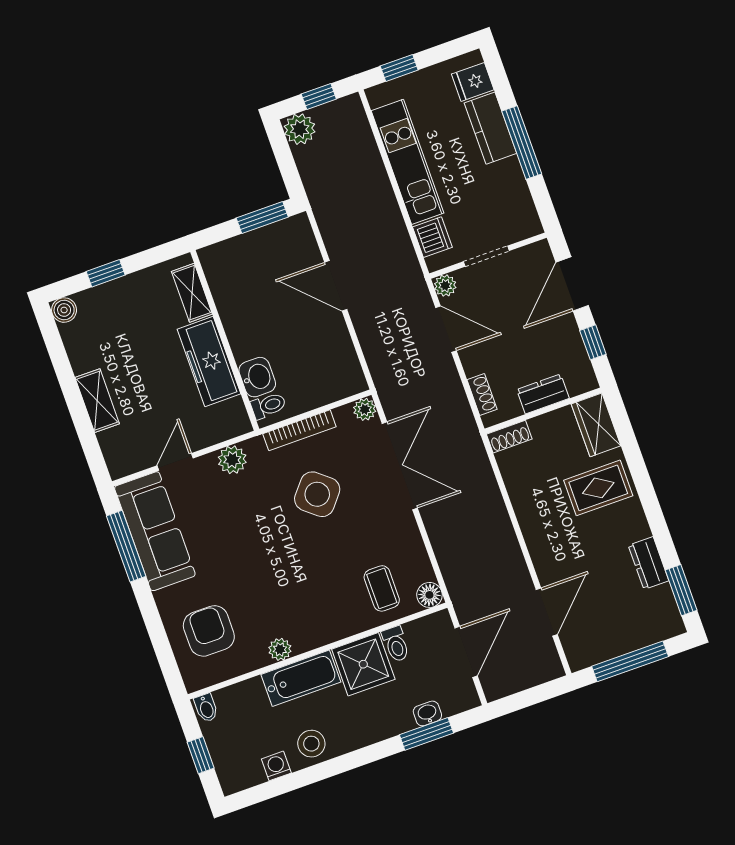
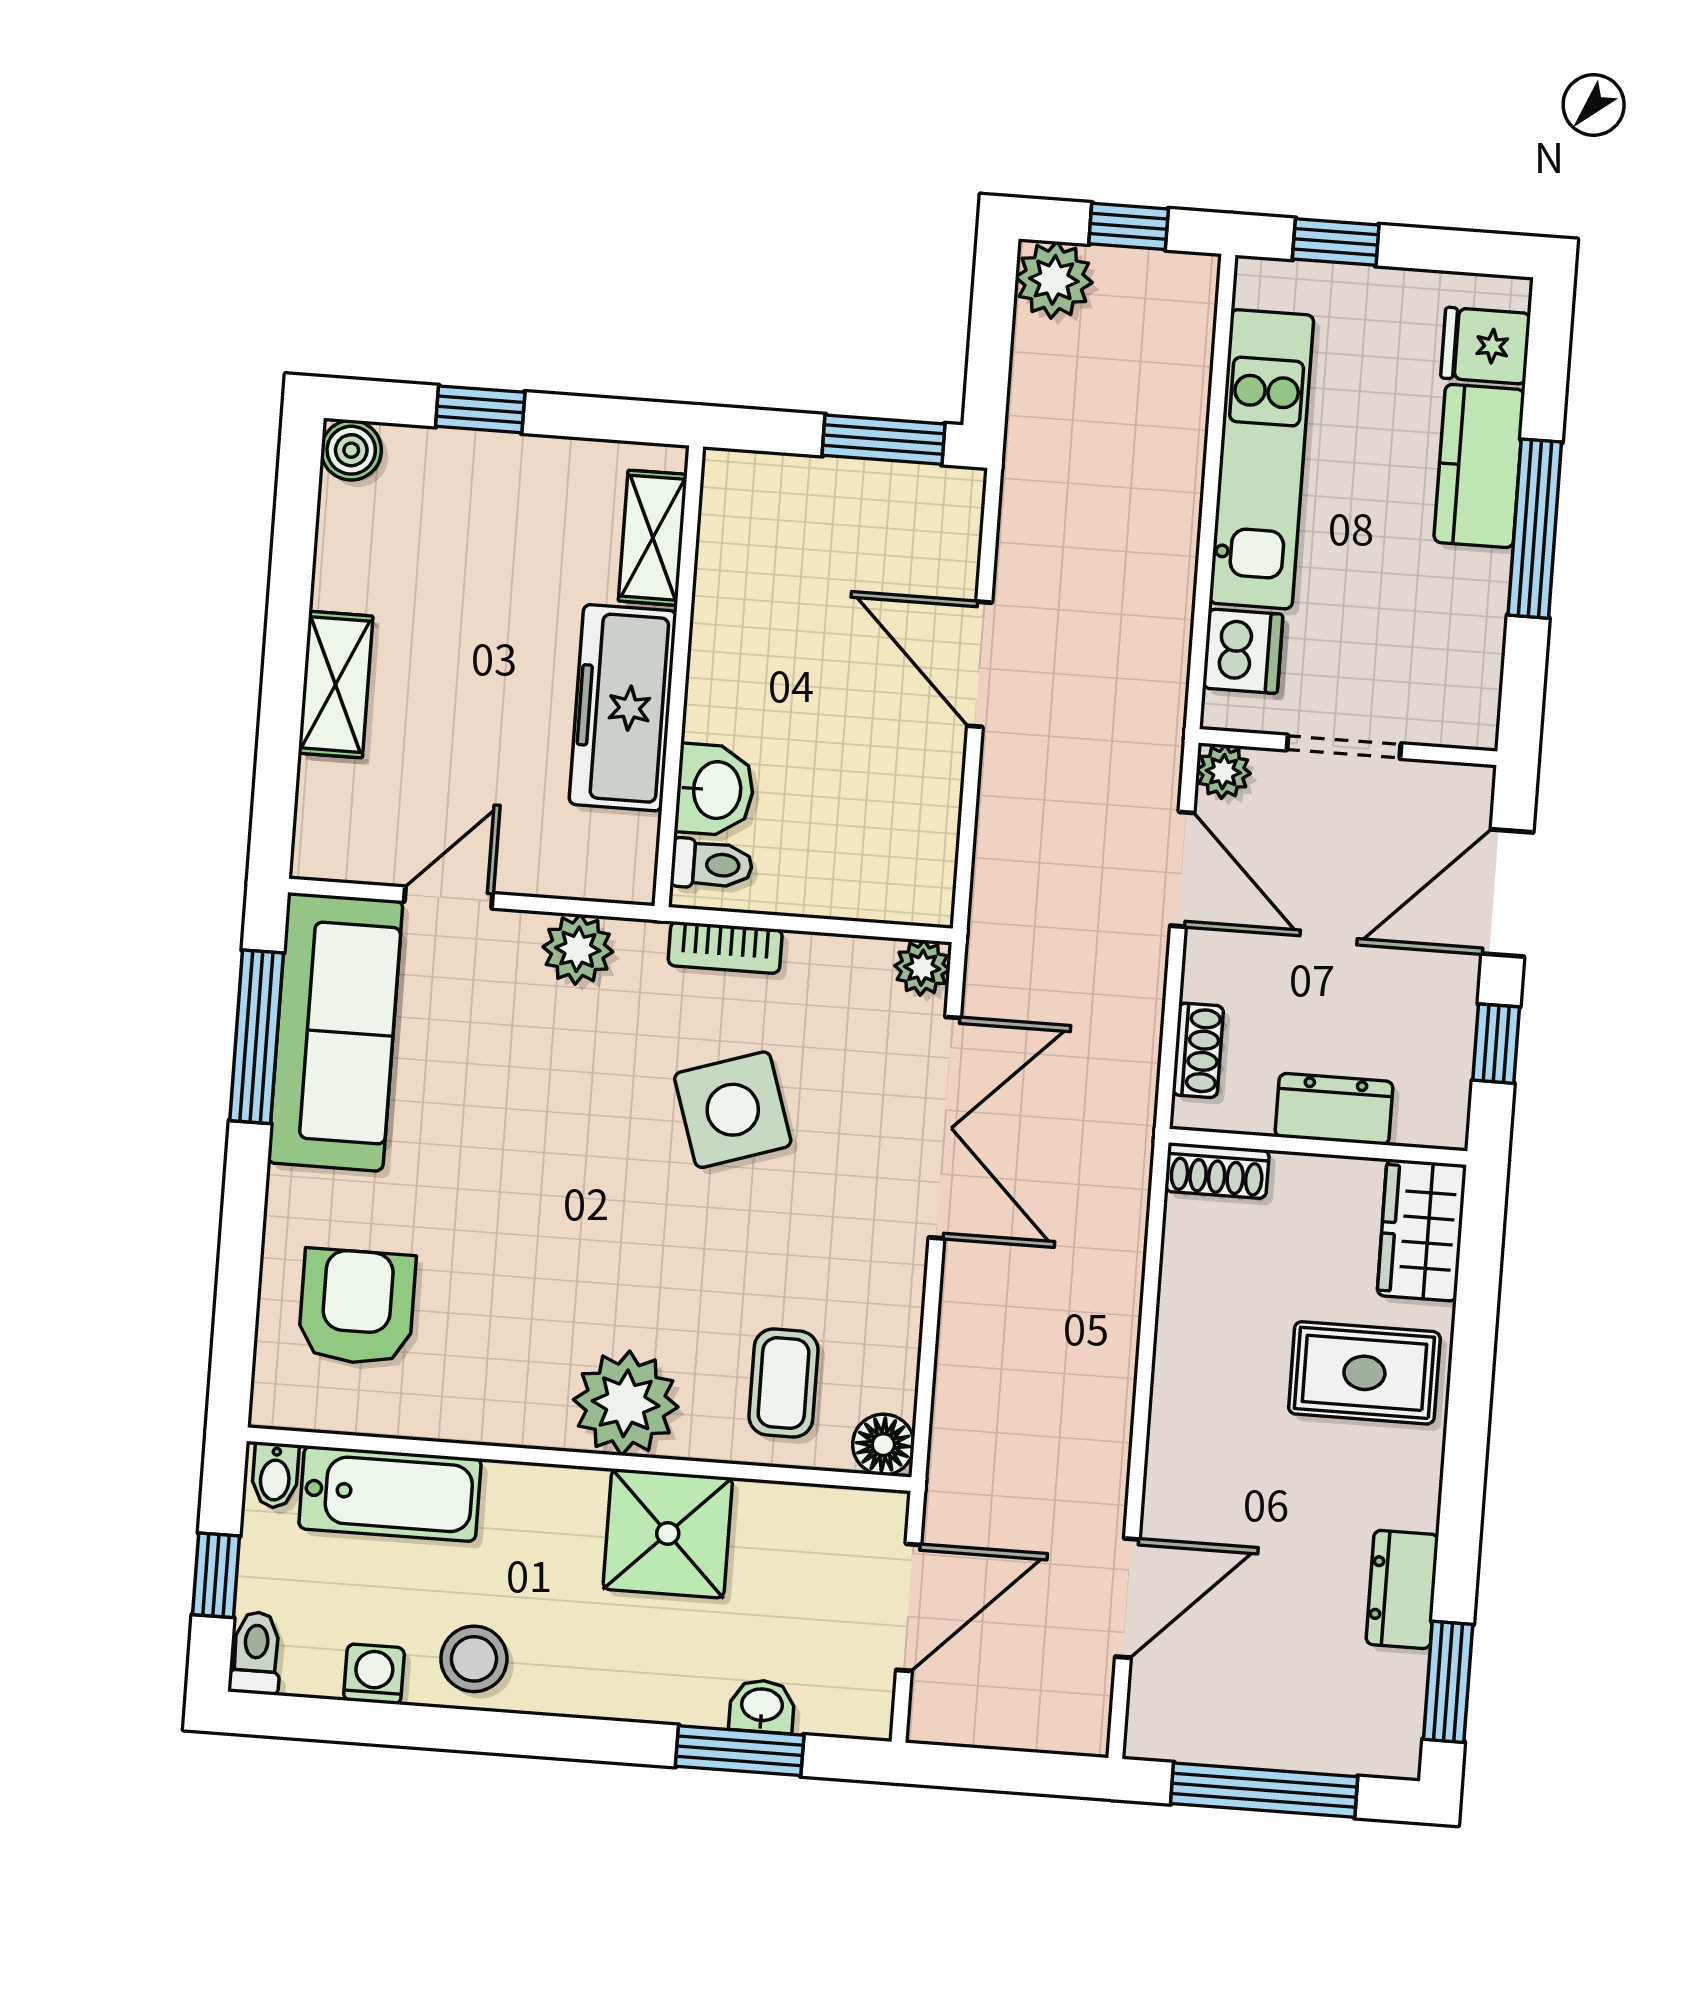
bookcase: (299, 430) -> (725, 947), width x0.64
side table: (317, 494) -> (733, 1110), turned 32
toilet: (396, 644) -> (256, 1653), moved, turned 180
plant: (280, 649) -> (626, 1403), moved, width x1.87, depth x1.87
bathtub: (301, 678) -> (390, 1494), moved

